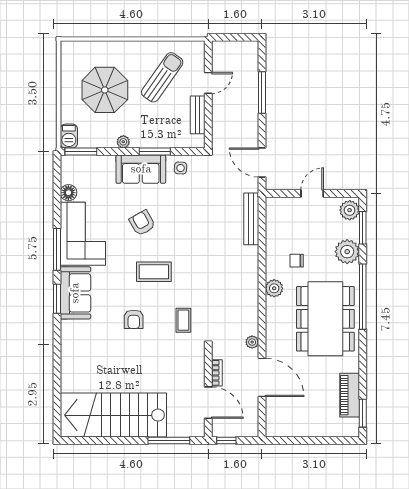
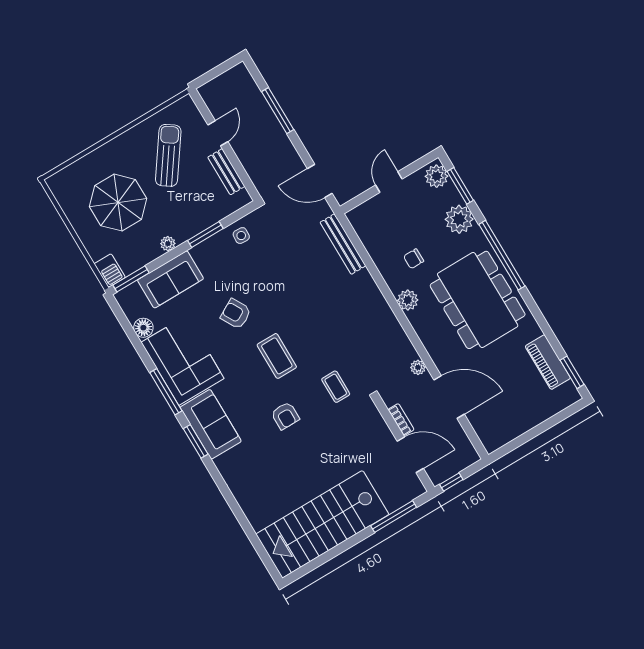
sofa: (141, 169) -> (170, 279), moved
coffee table: (154, 272) -> (277, 356), turned 90

